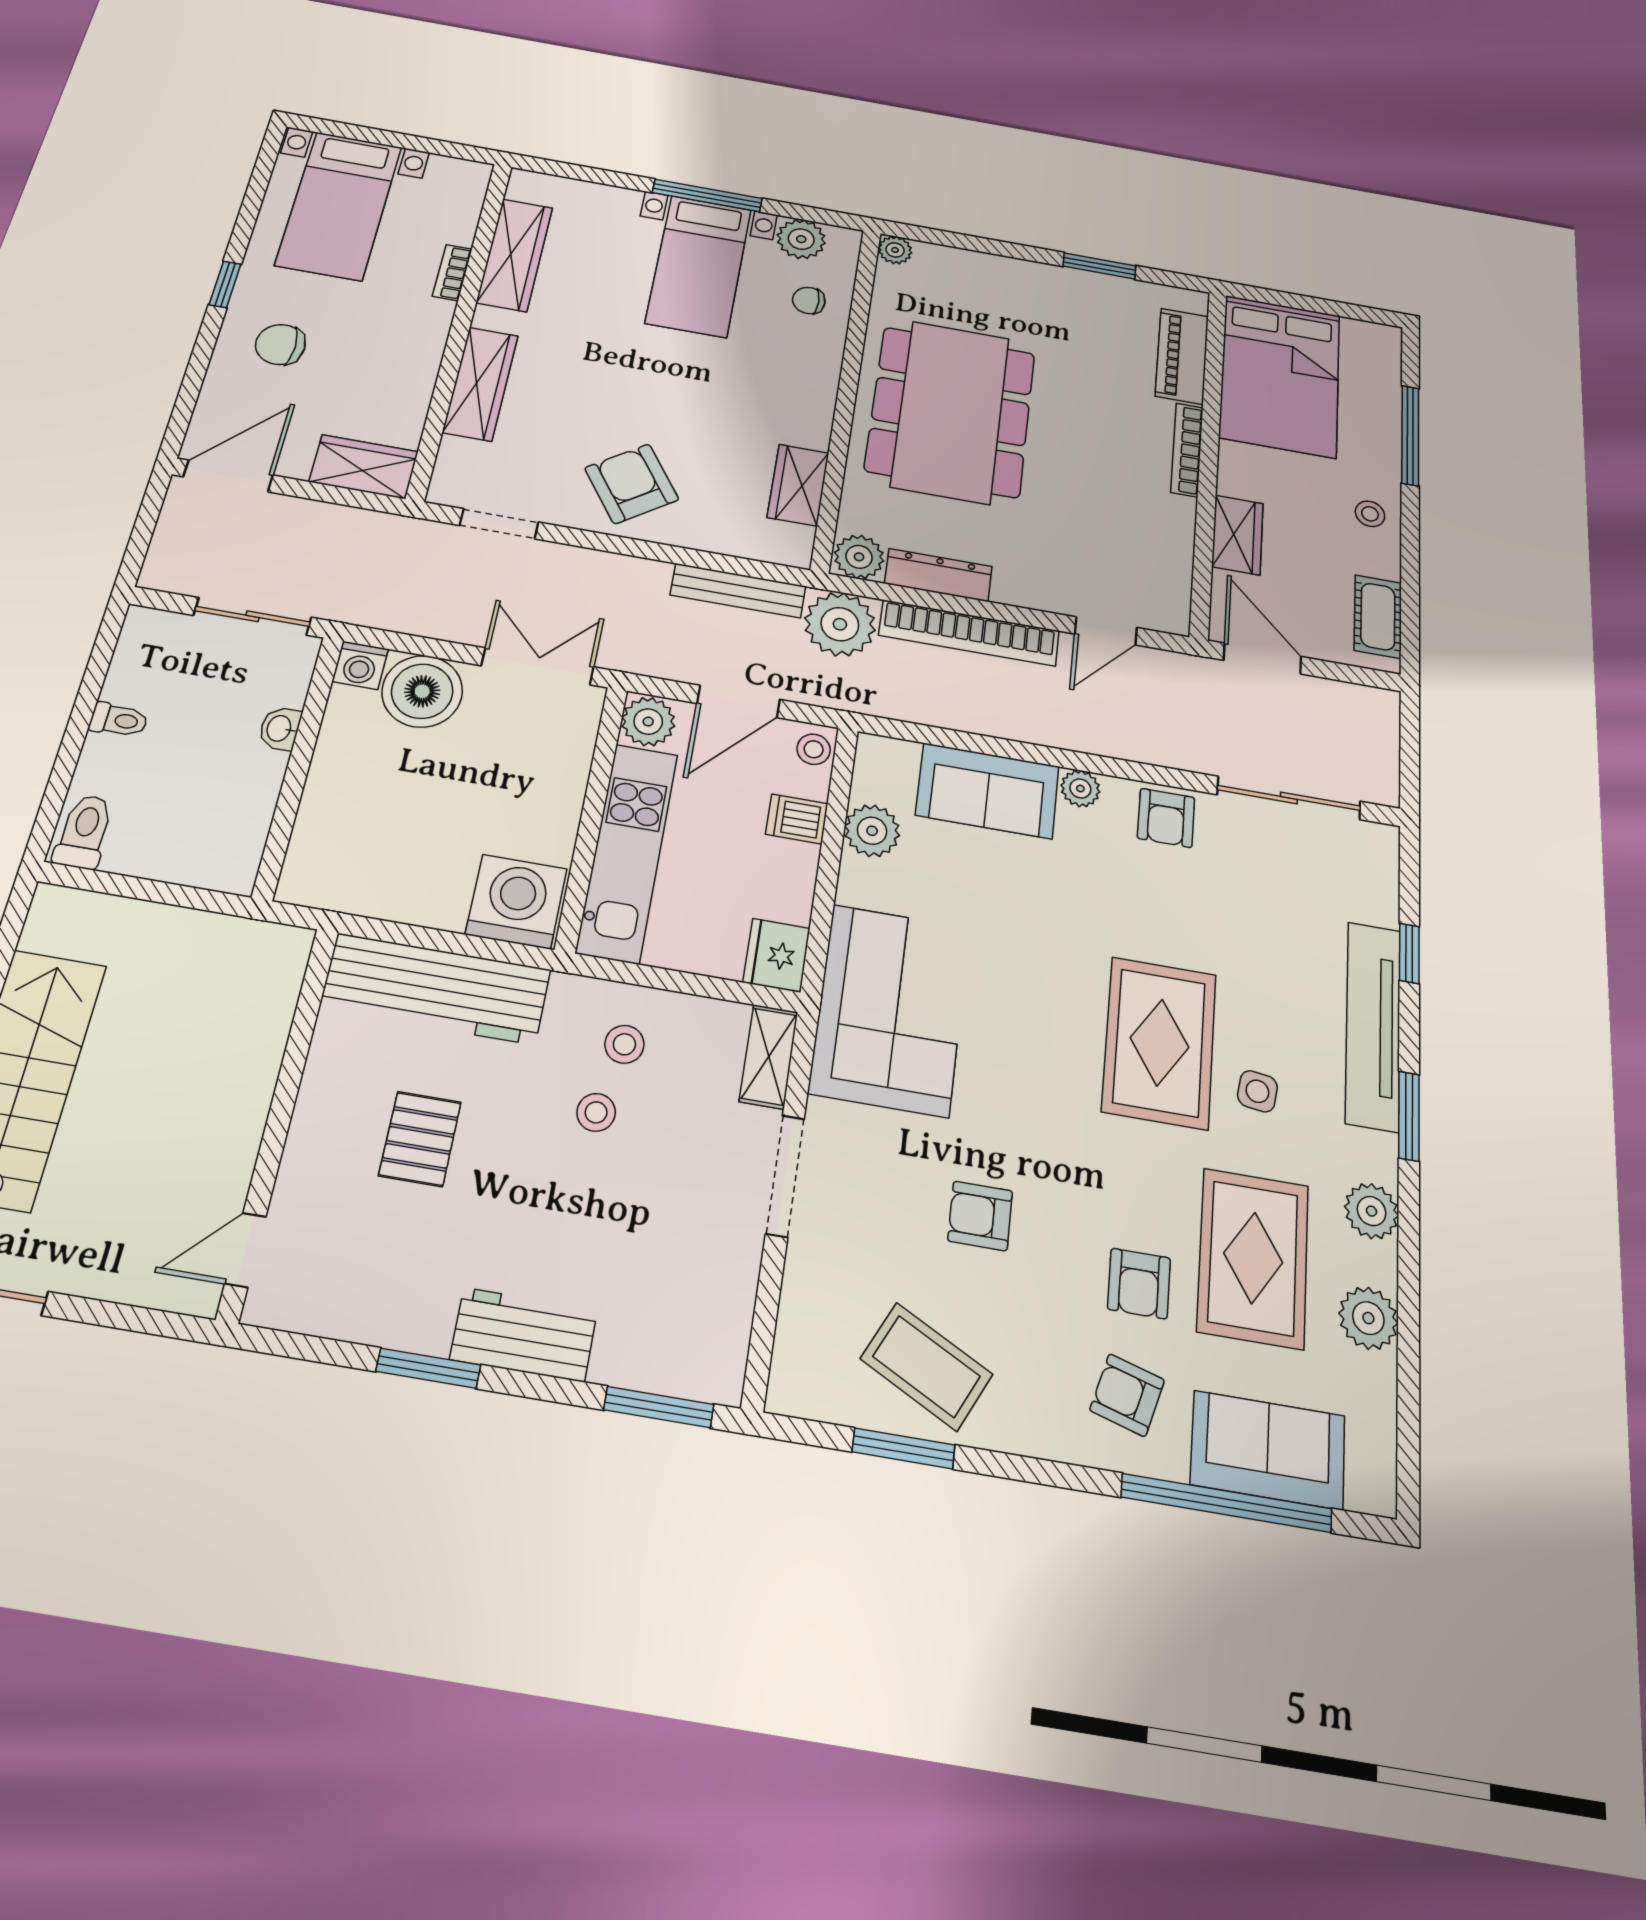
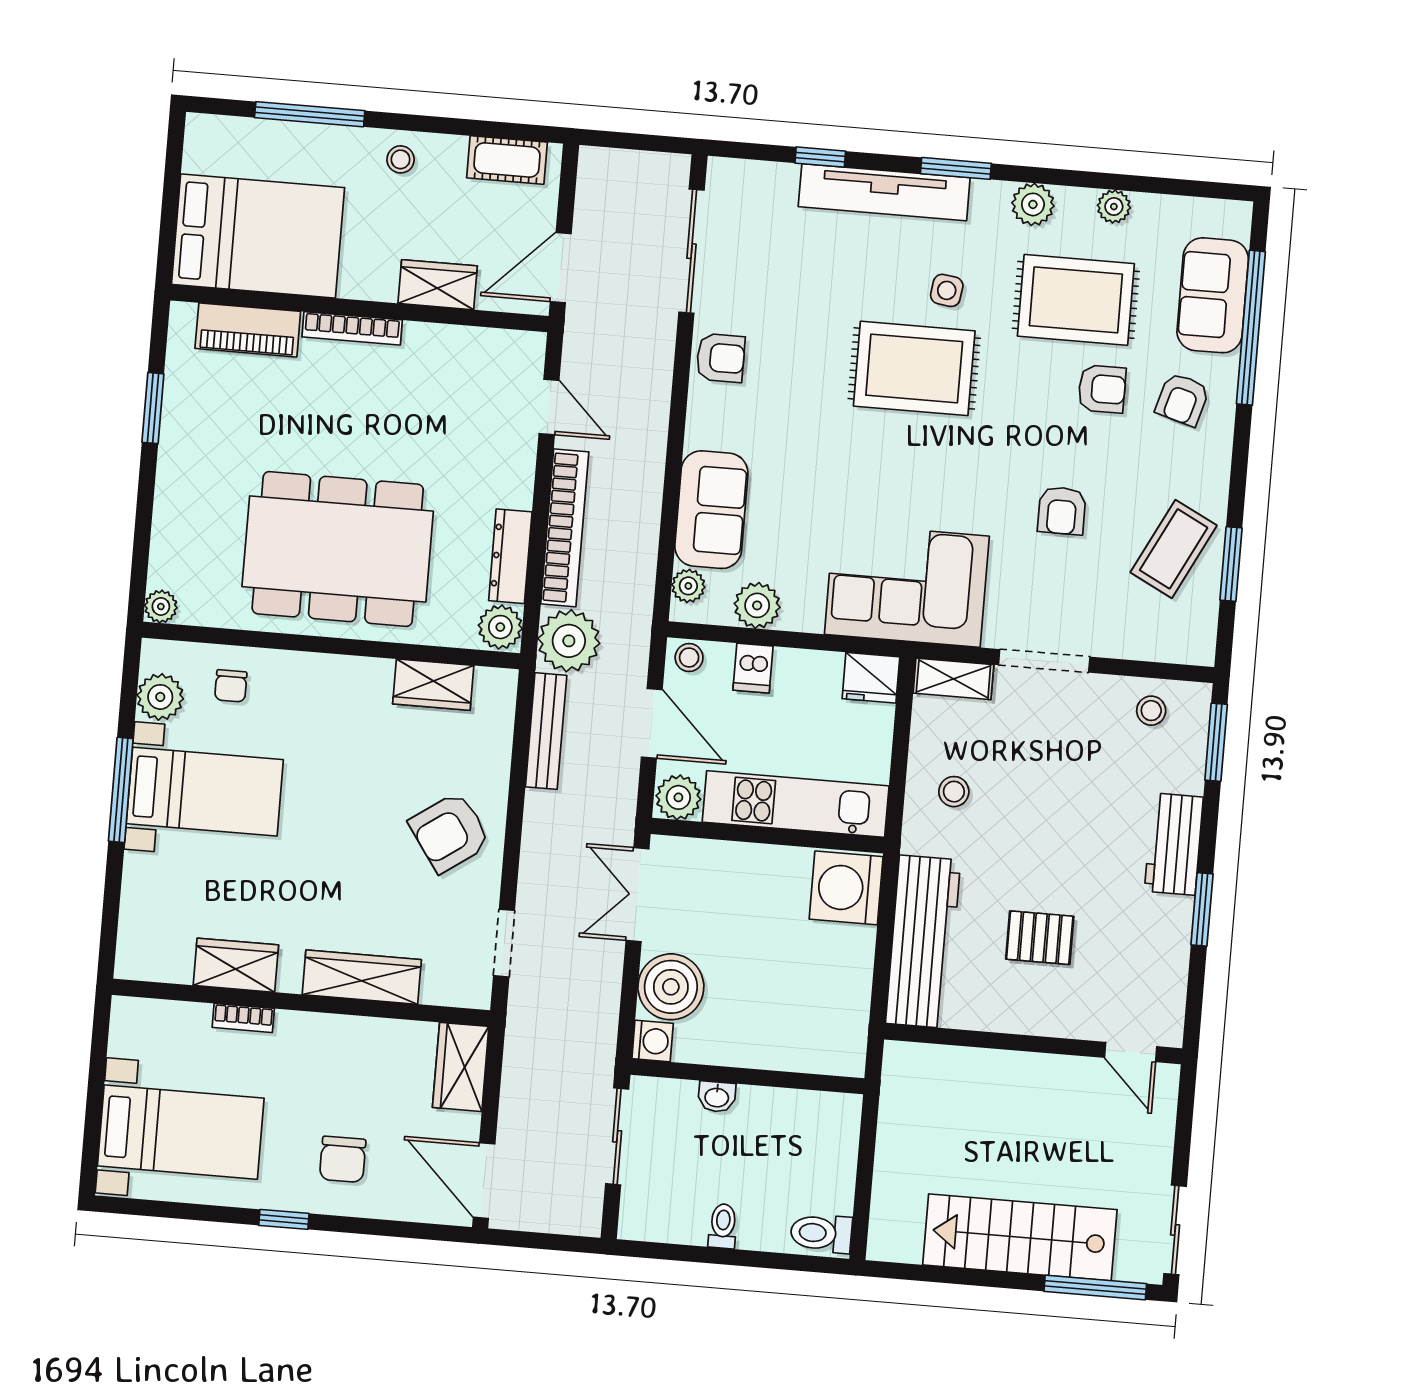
wardrobe: (515, 255) -> (236, 965), width x0.67
plant: (1080, 789) -> (688, 586), moved
stool: (596, 1112) -> (1151, 711), moved
plant: (1368, 1318) -> (1114, 207), width x0.73, depth x0.73

